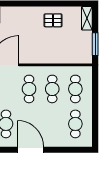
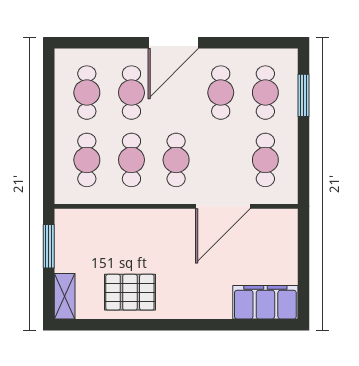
pallet: (53, 20) -> (130, 292), width x1.50, depth x1.42
cafe table: (52, 124) -> (131, 93), added
door: (31, 150) -> (173, 43), hinge flipped

